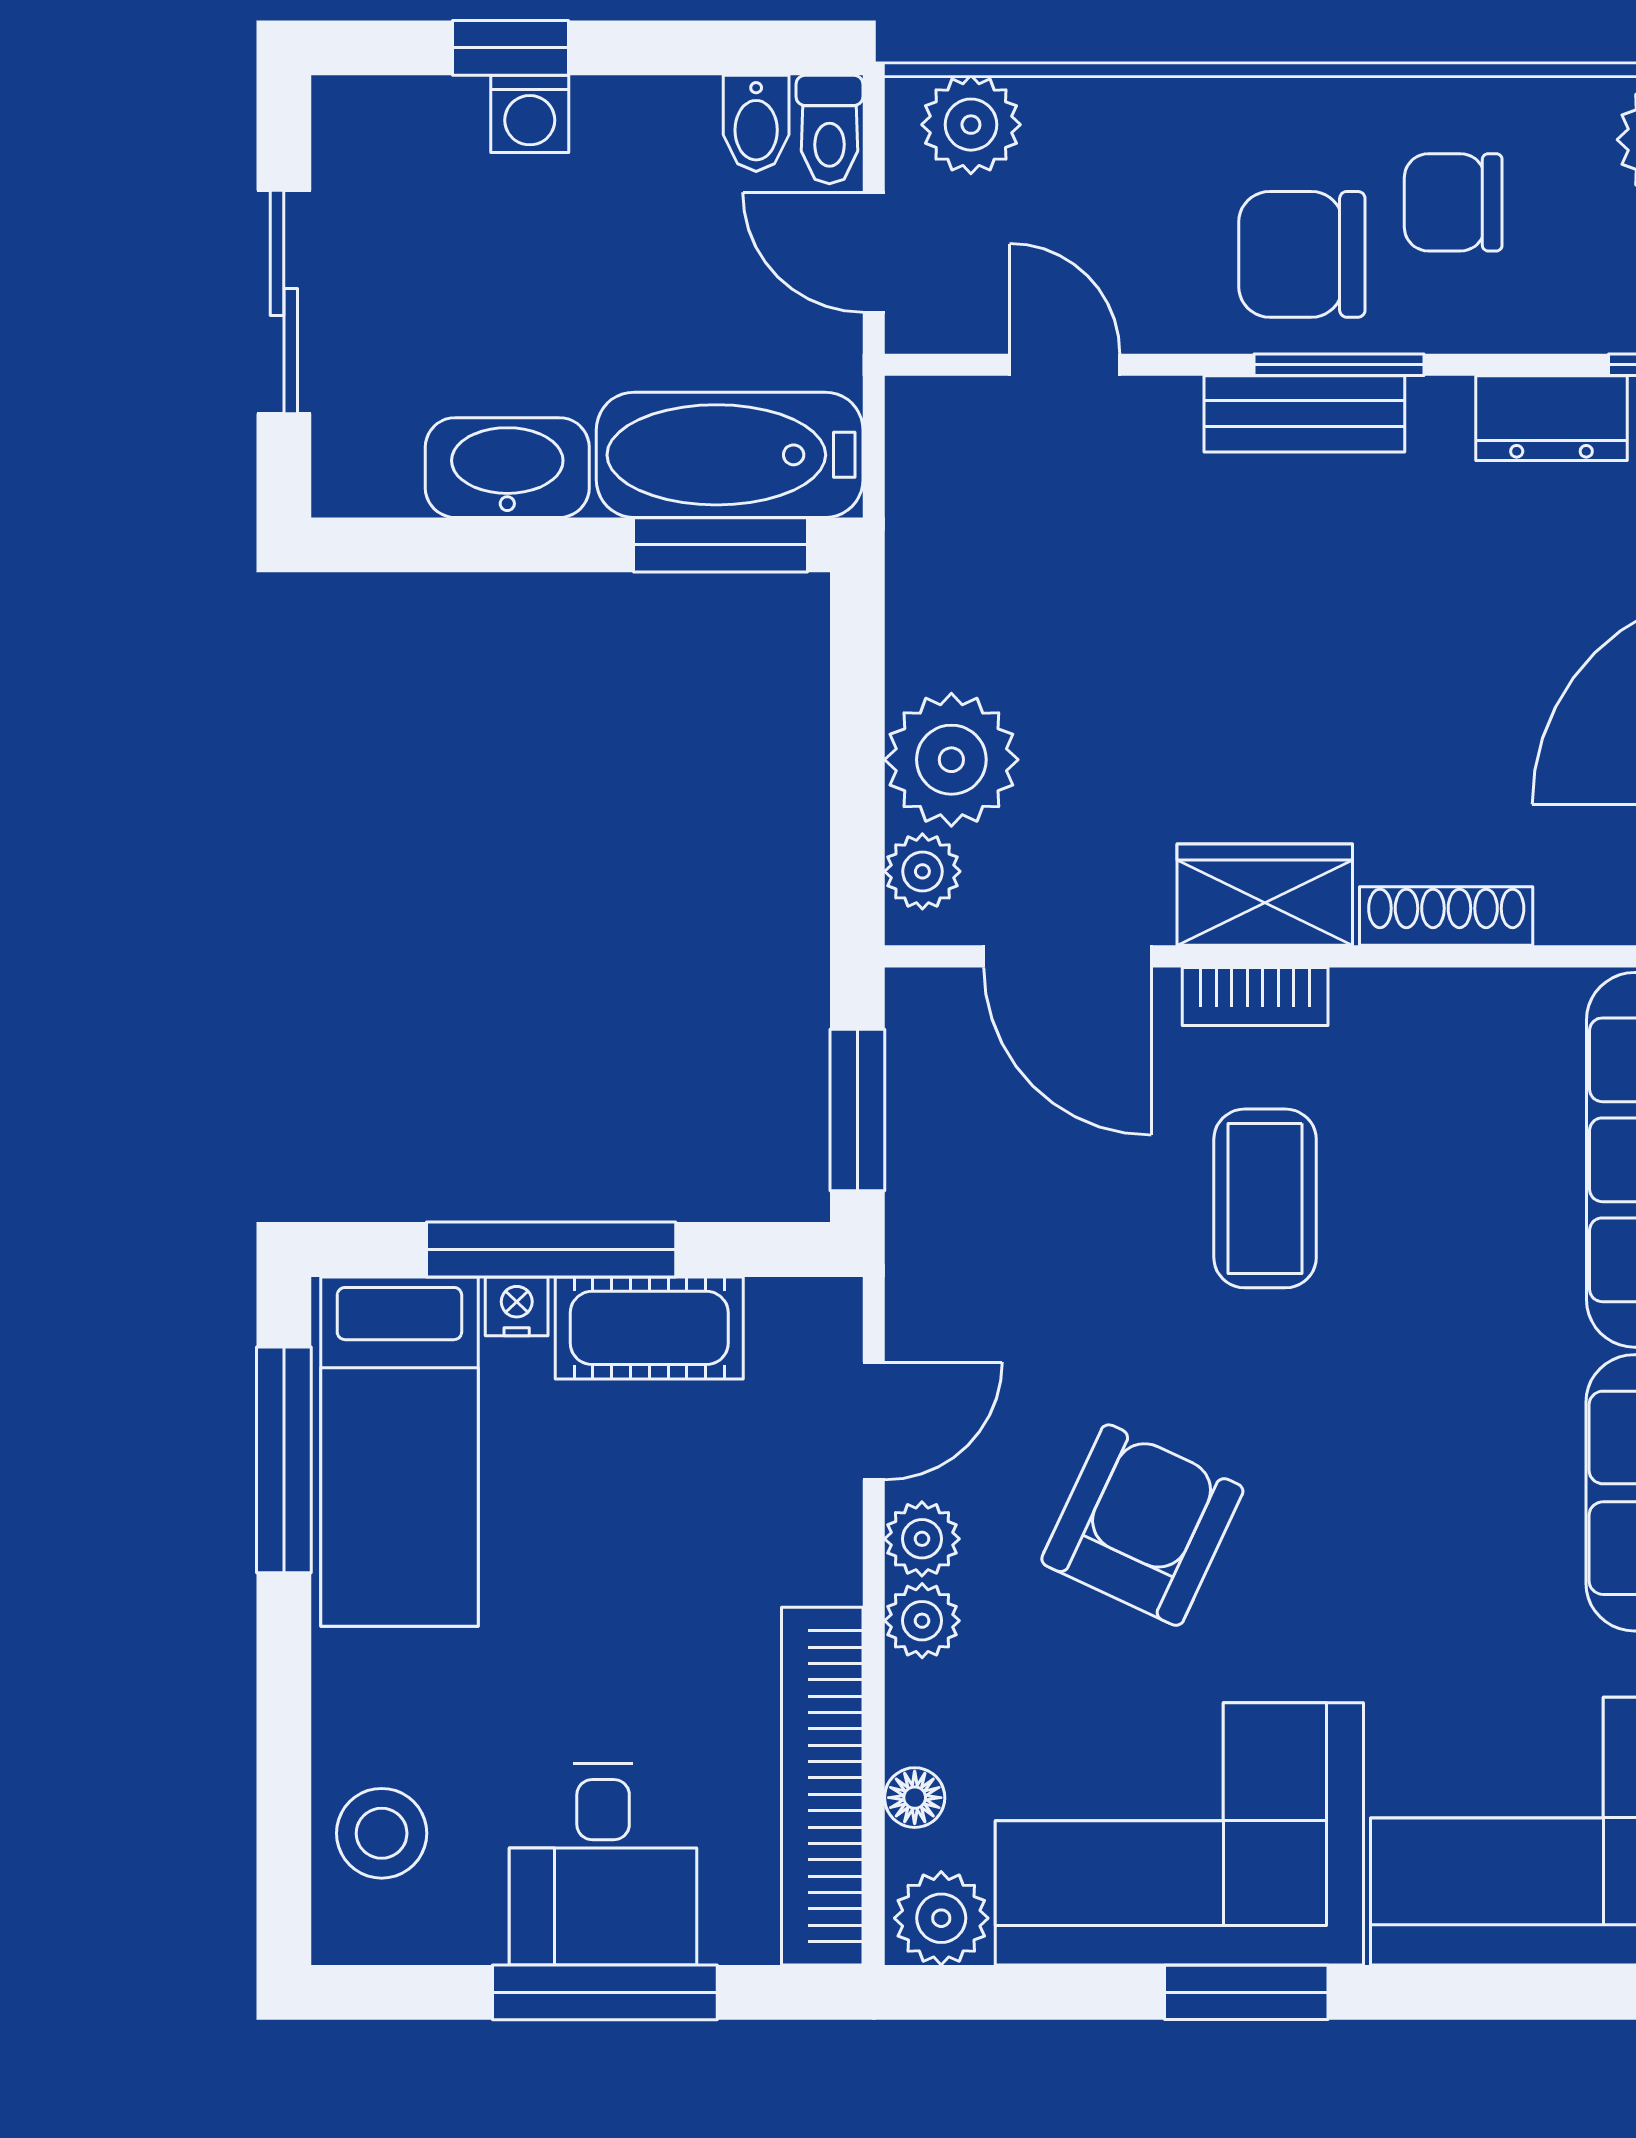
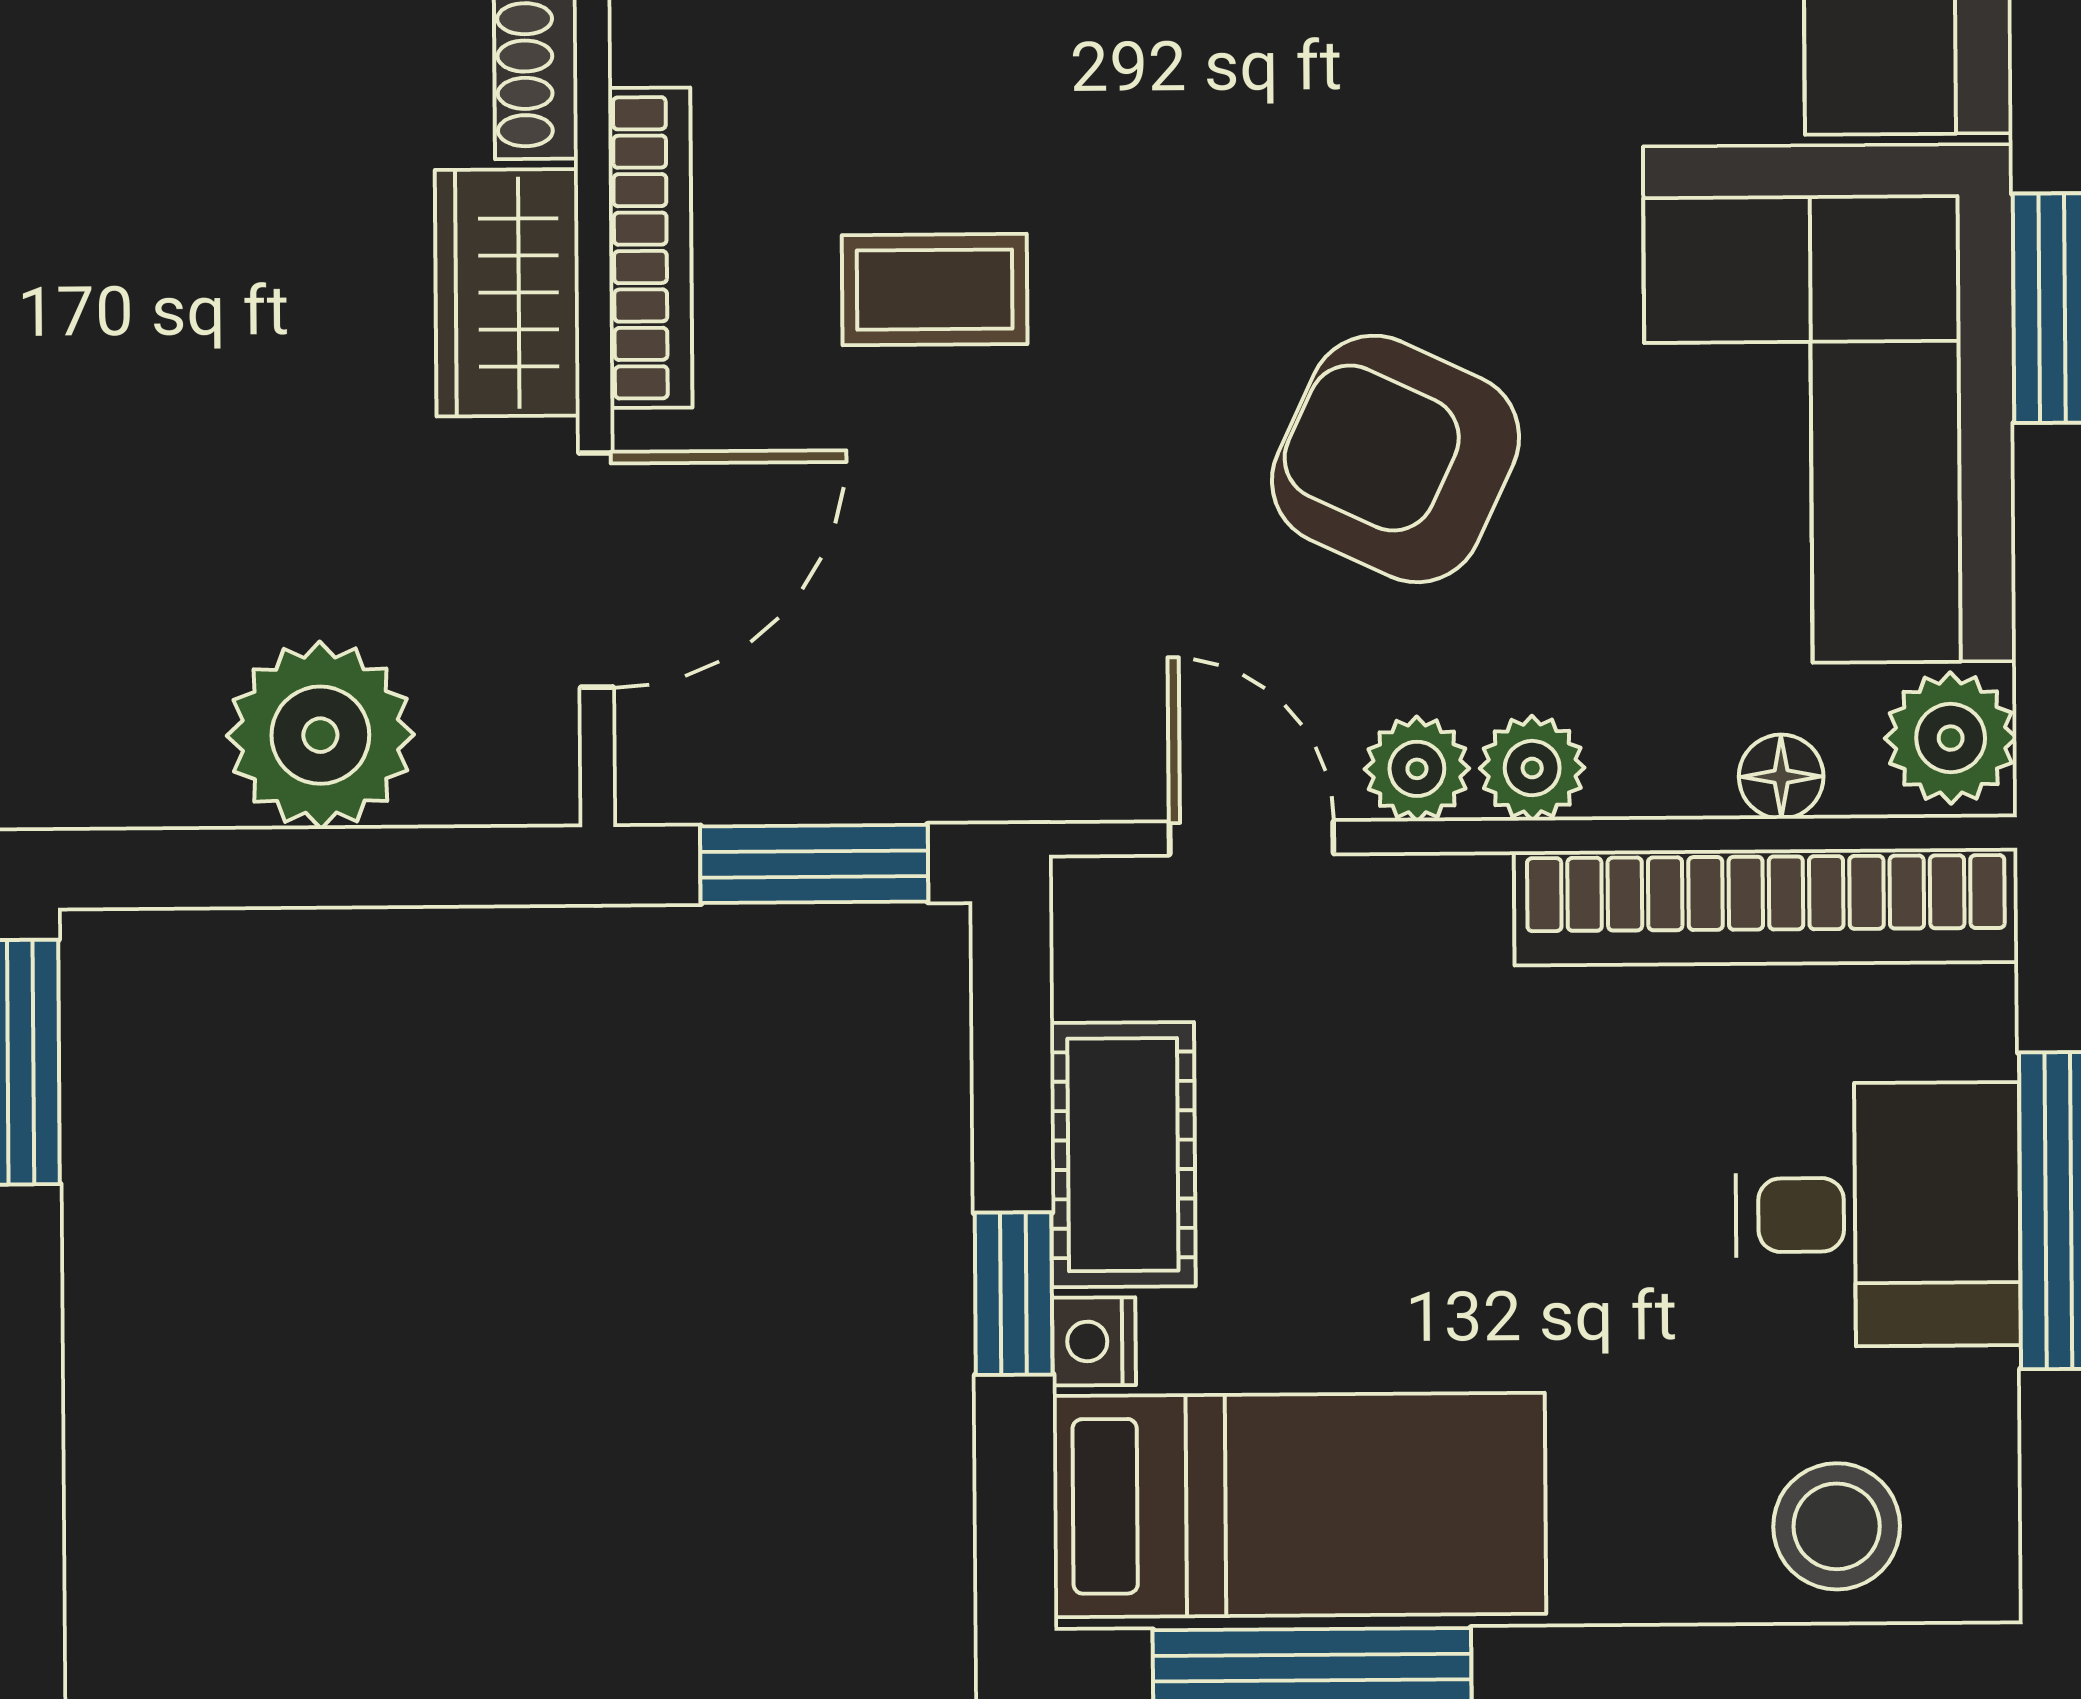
plant: (922, 871) -> (478, 775), removed
bookcase: (1255, 996) -> (650, 248), width x1.56
coffee table: (1265, 1198) -> (935, 290), width x0.73, depth x0.77
window: (551, 1250) -> (1014, 1294), width x0.46

